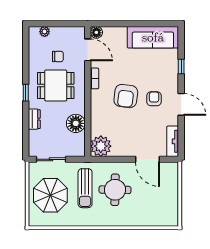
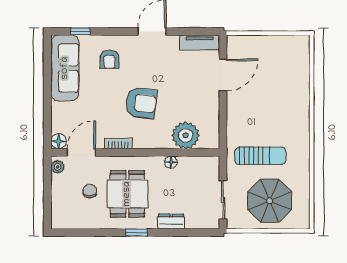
plant: (45, 32) -> (58, 167), moved
window: (181, 67) -> (80, 31), moved
armchair: (154, 99) -> (110, 59), moved, turned -90
floor lamp: (76, 123) -> (171, 162), width x0.53, depth x0.53
plant: (101, 146) -> (186, 135), moved
round table: (115, 190) -> (262, 117), removed

